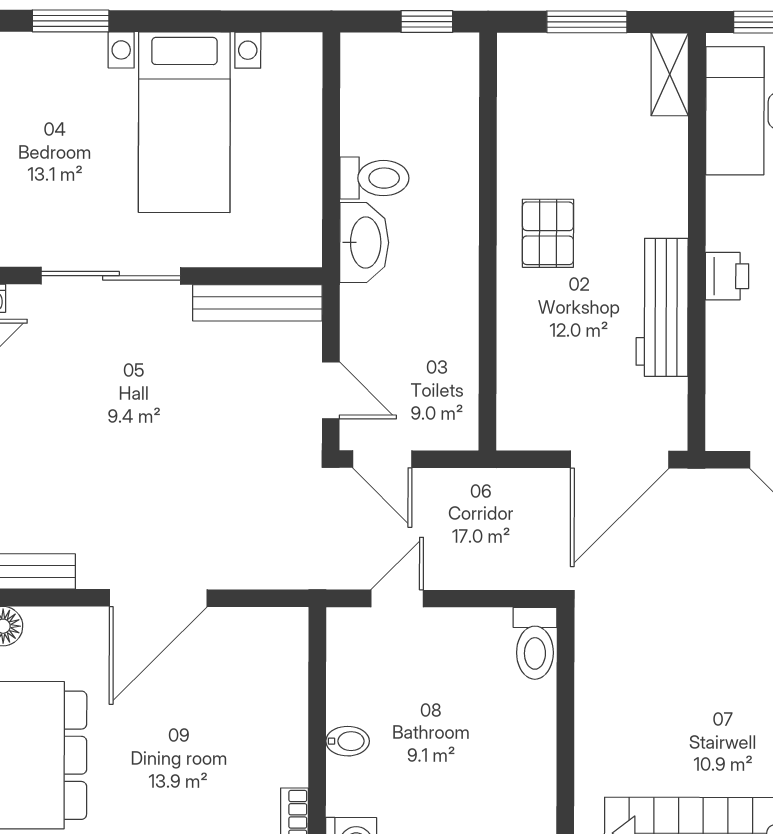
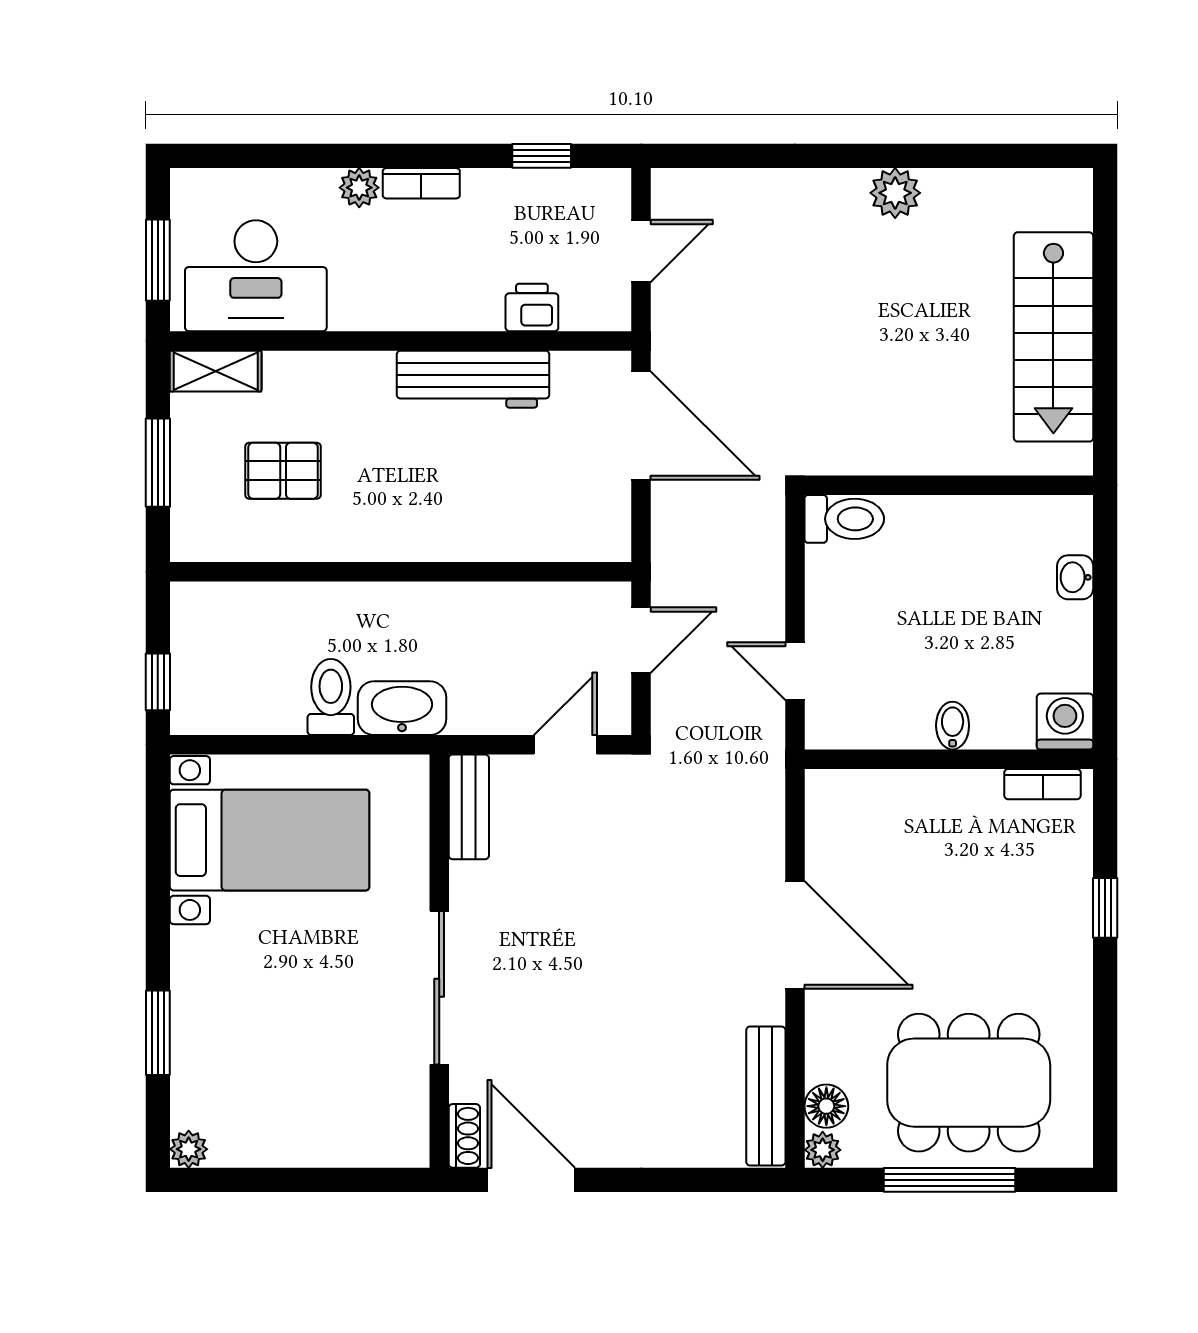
window: (427, 22) -> (158, 682), moved
bed with nightstands: (184, 122) -> (270, 840), moved
pallet: (548, 233) -> (283, 471), moved
printer: (727, 276) -> (532, 307), moved
bench: (257, 303) -> (469, 807), width x0.73
door: (382, 459) -> (641, 640), moved

